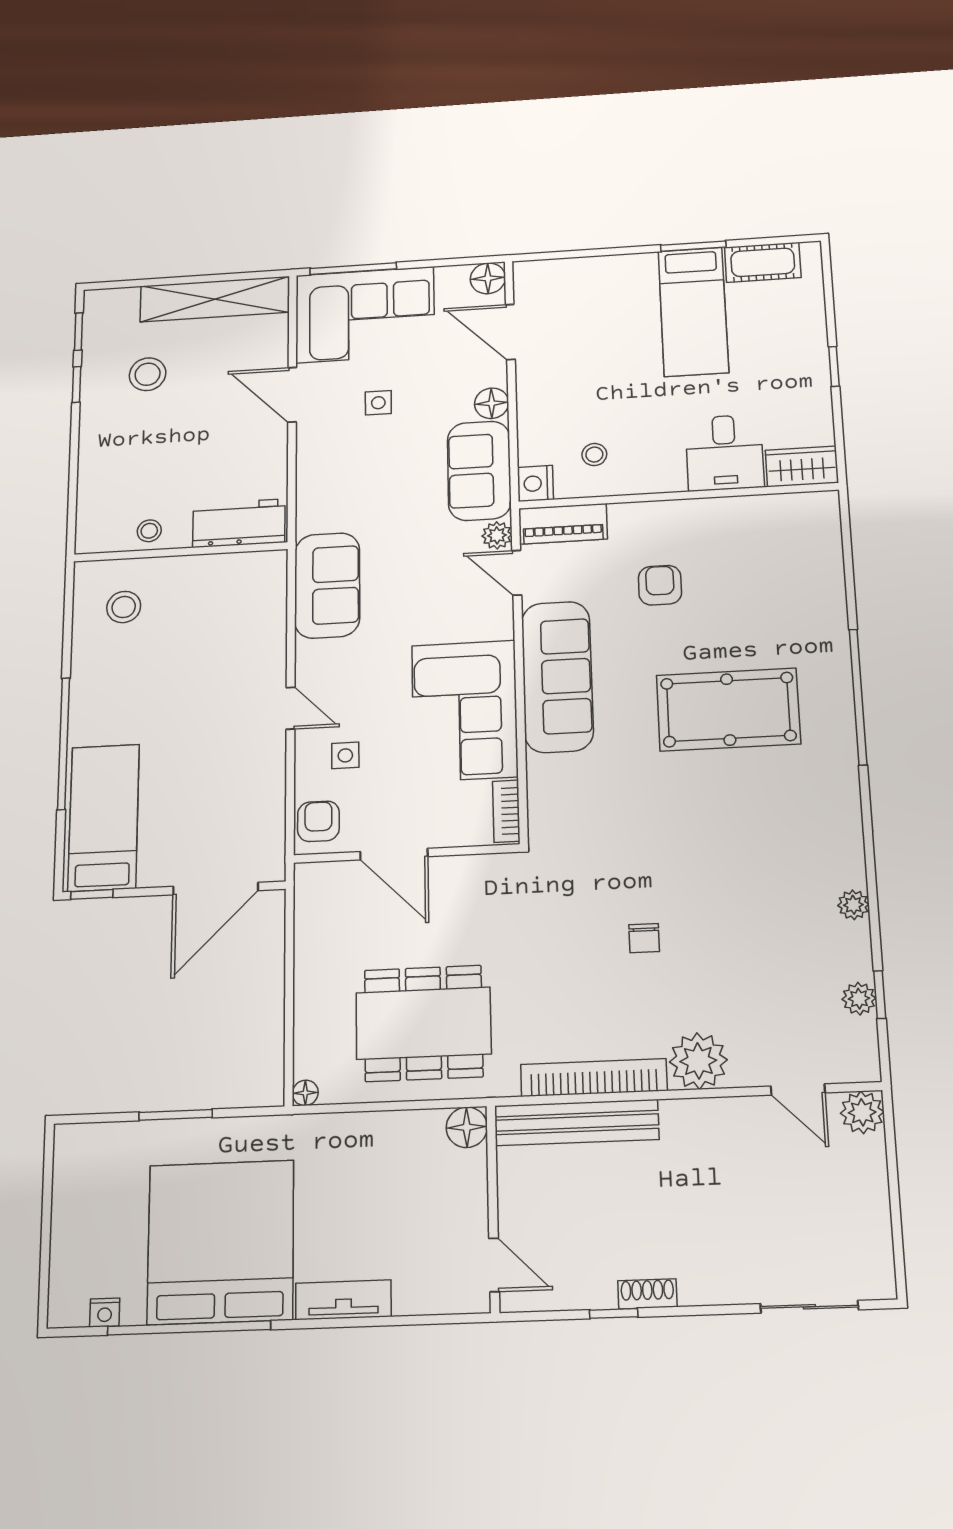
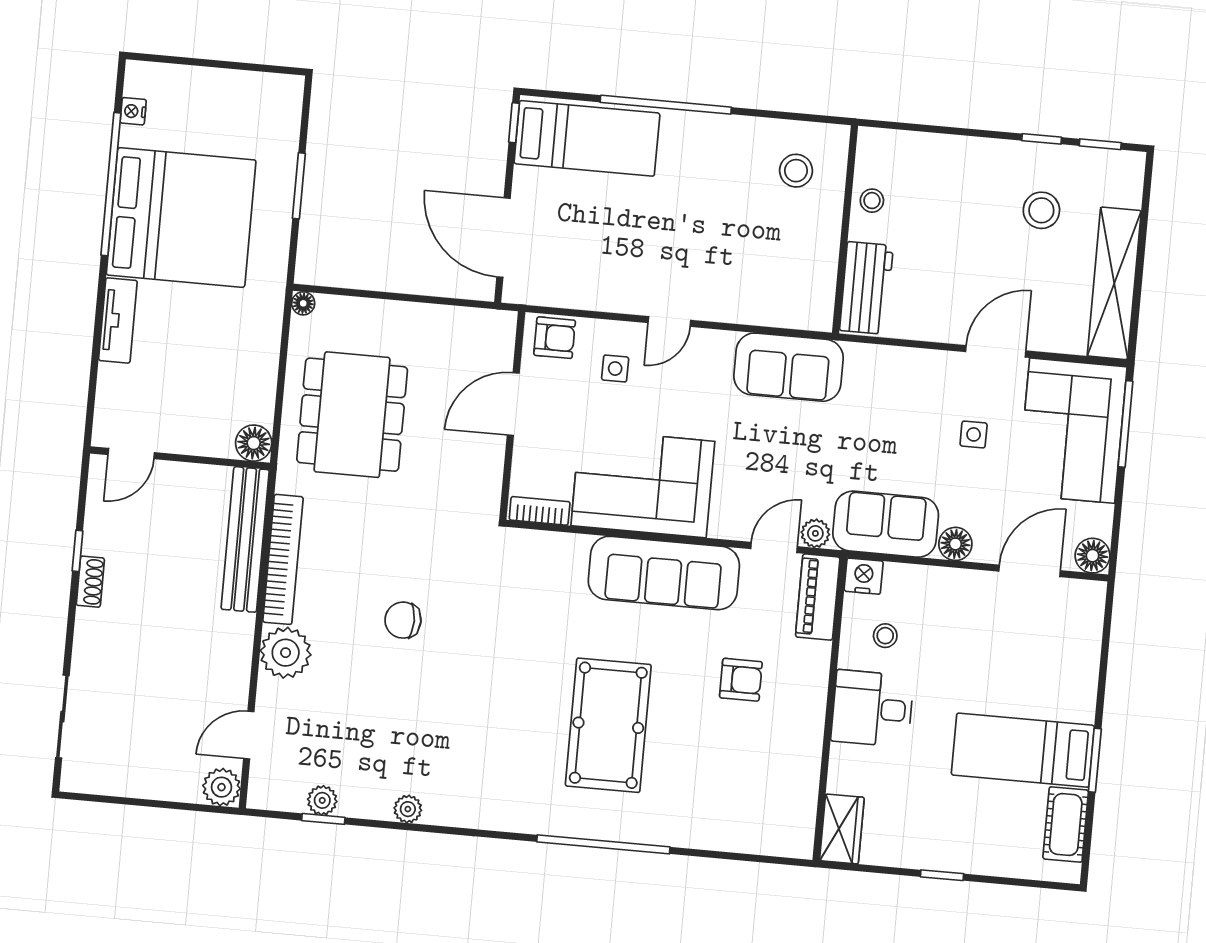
desk: (725, 453) -> (872, 709), moved
chair: (644, 938) -> (403, 620), width x1.37, depth x1.37

